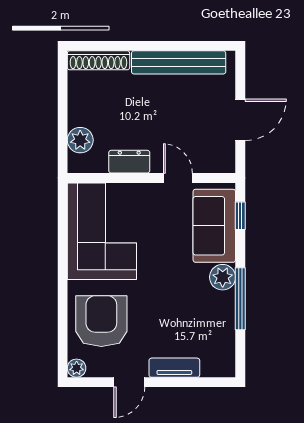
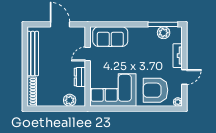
window: (240, 216) -> (106, 24), removed
plant: (223, 277) -> (164, 33), moved
window: (240, 299) -> (163, 24), moved
door: (129, 382) -> (184, 77), hinge flipped

